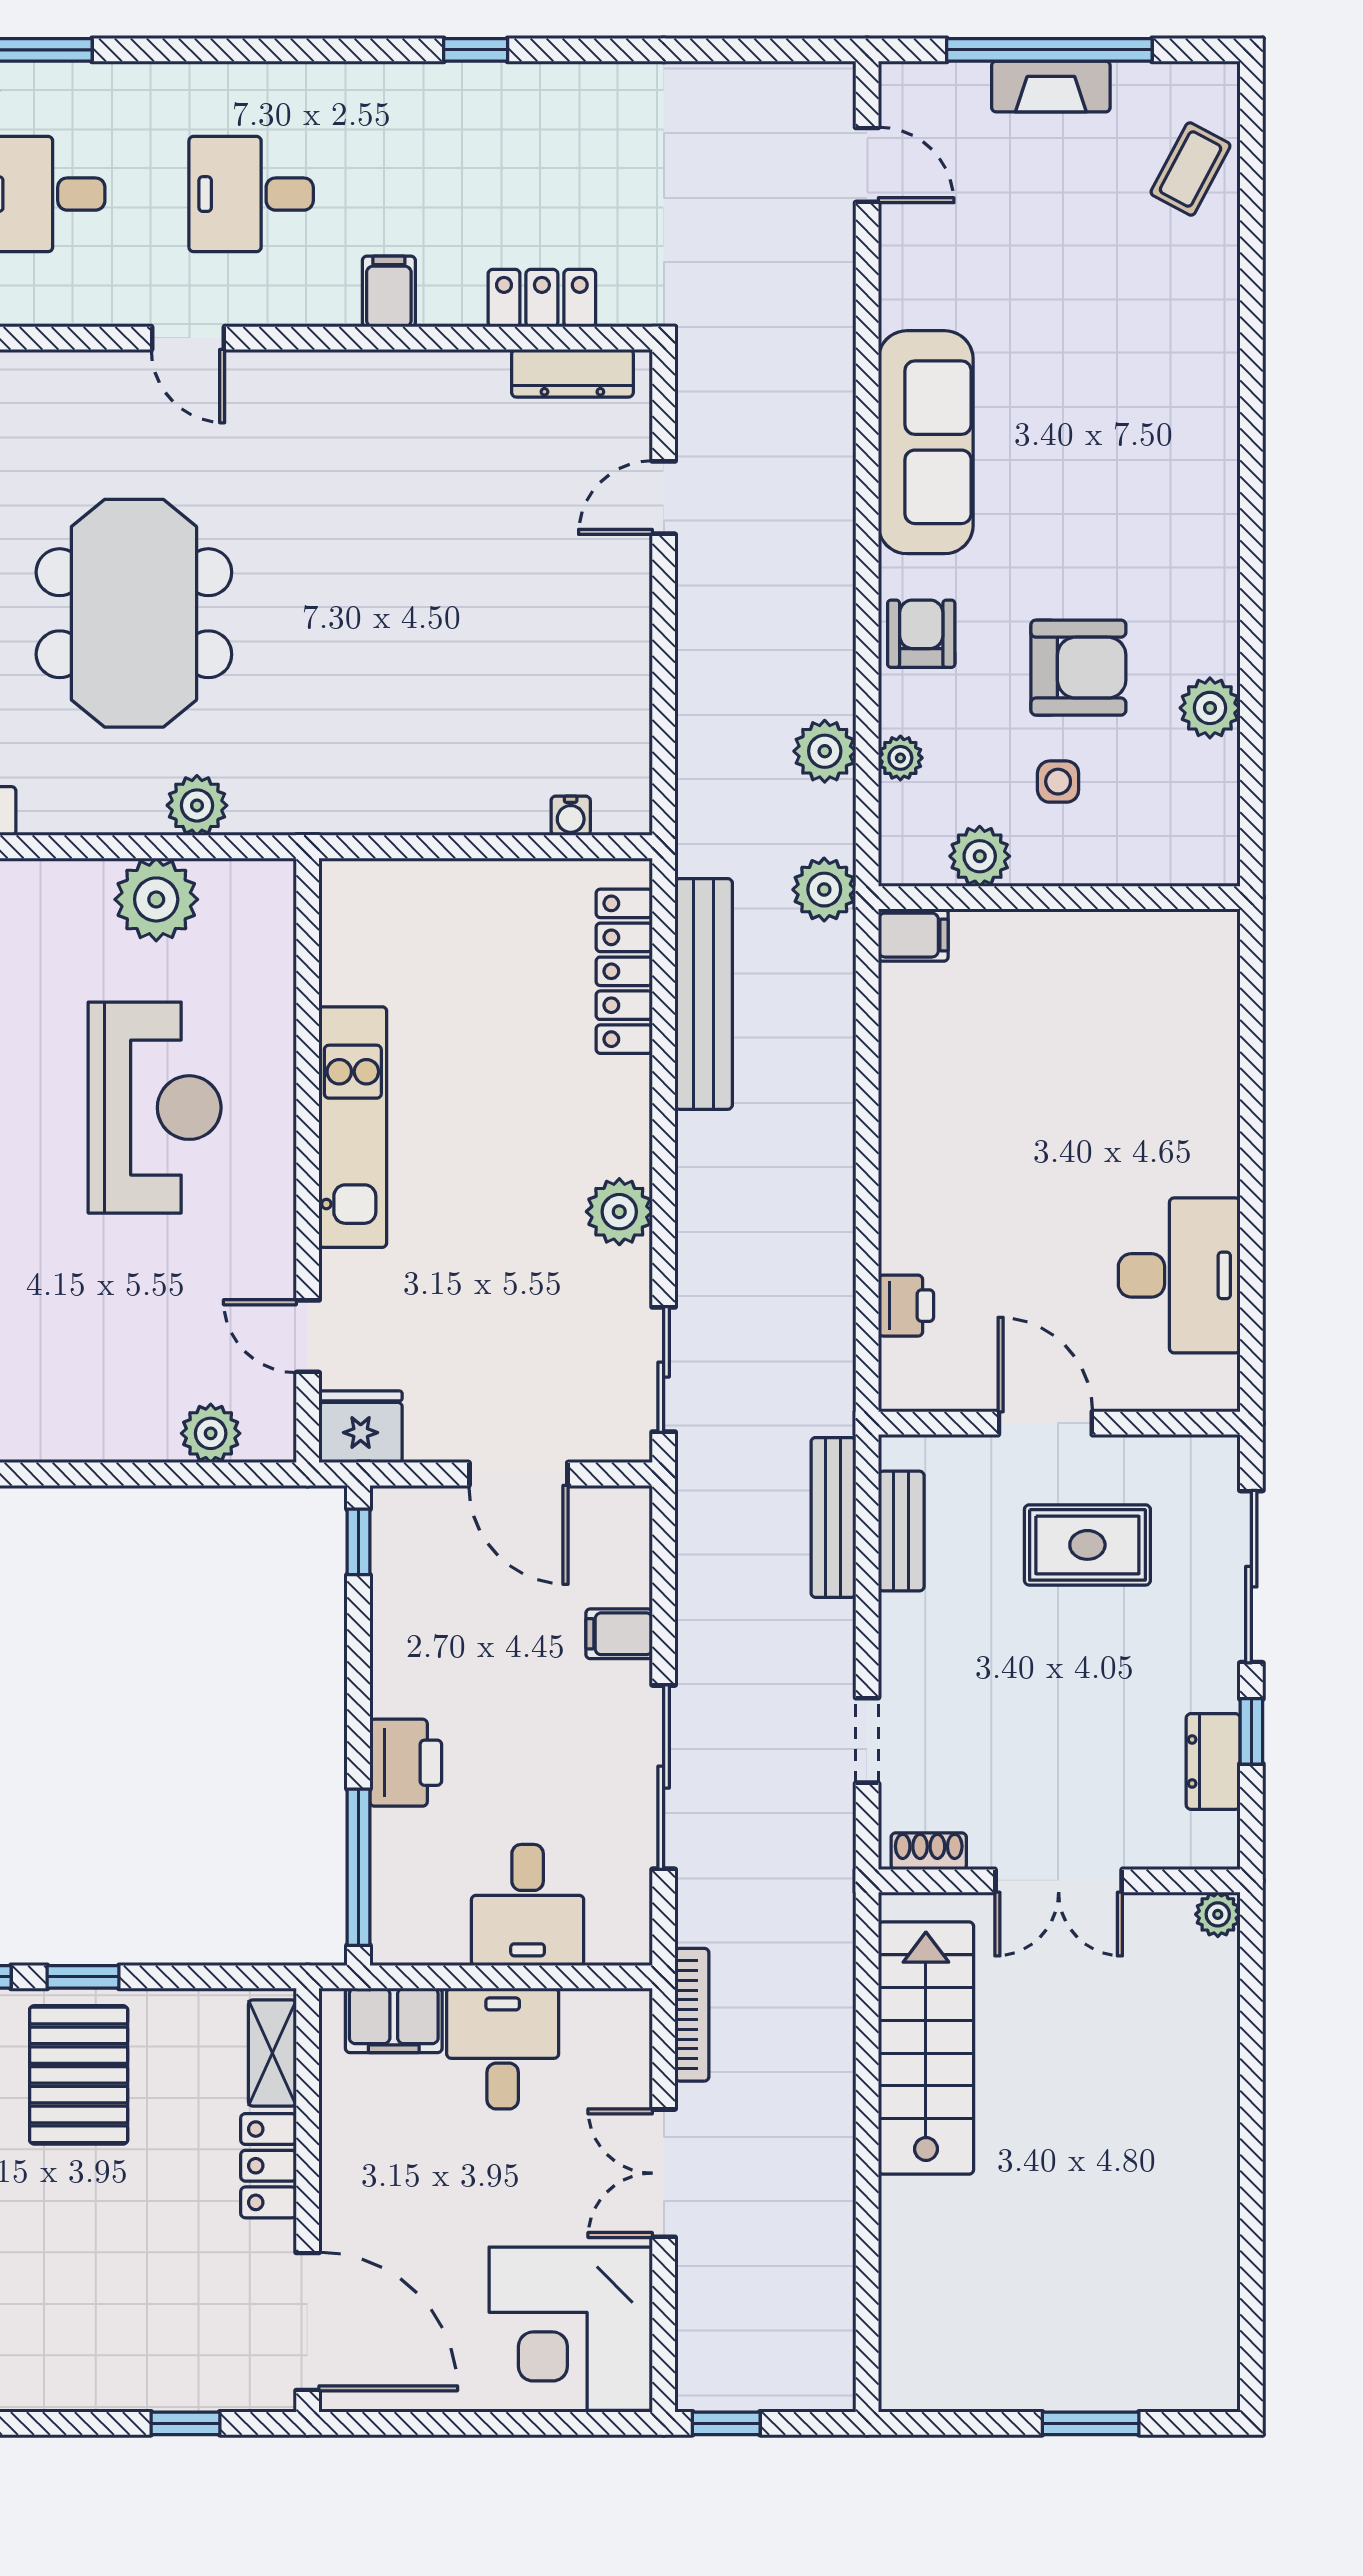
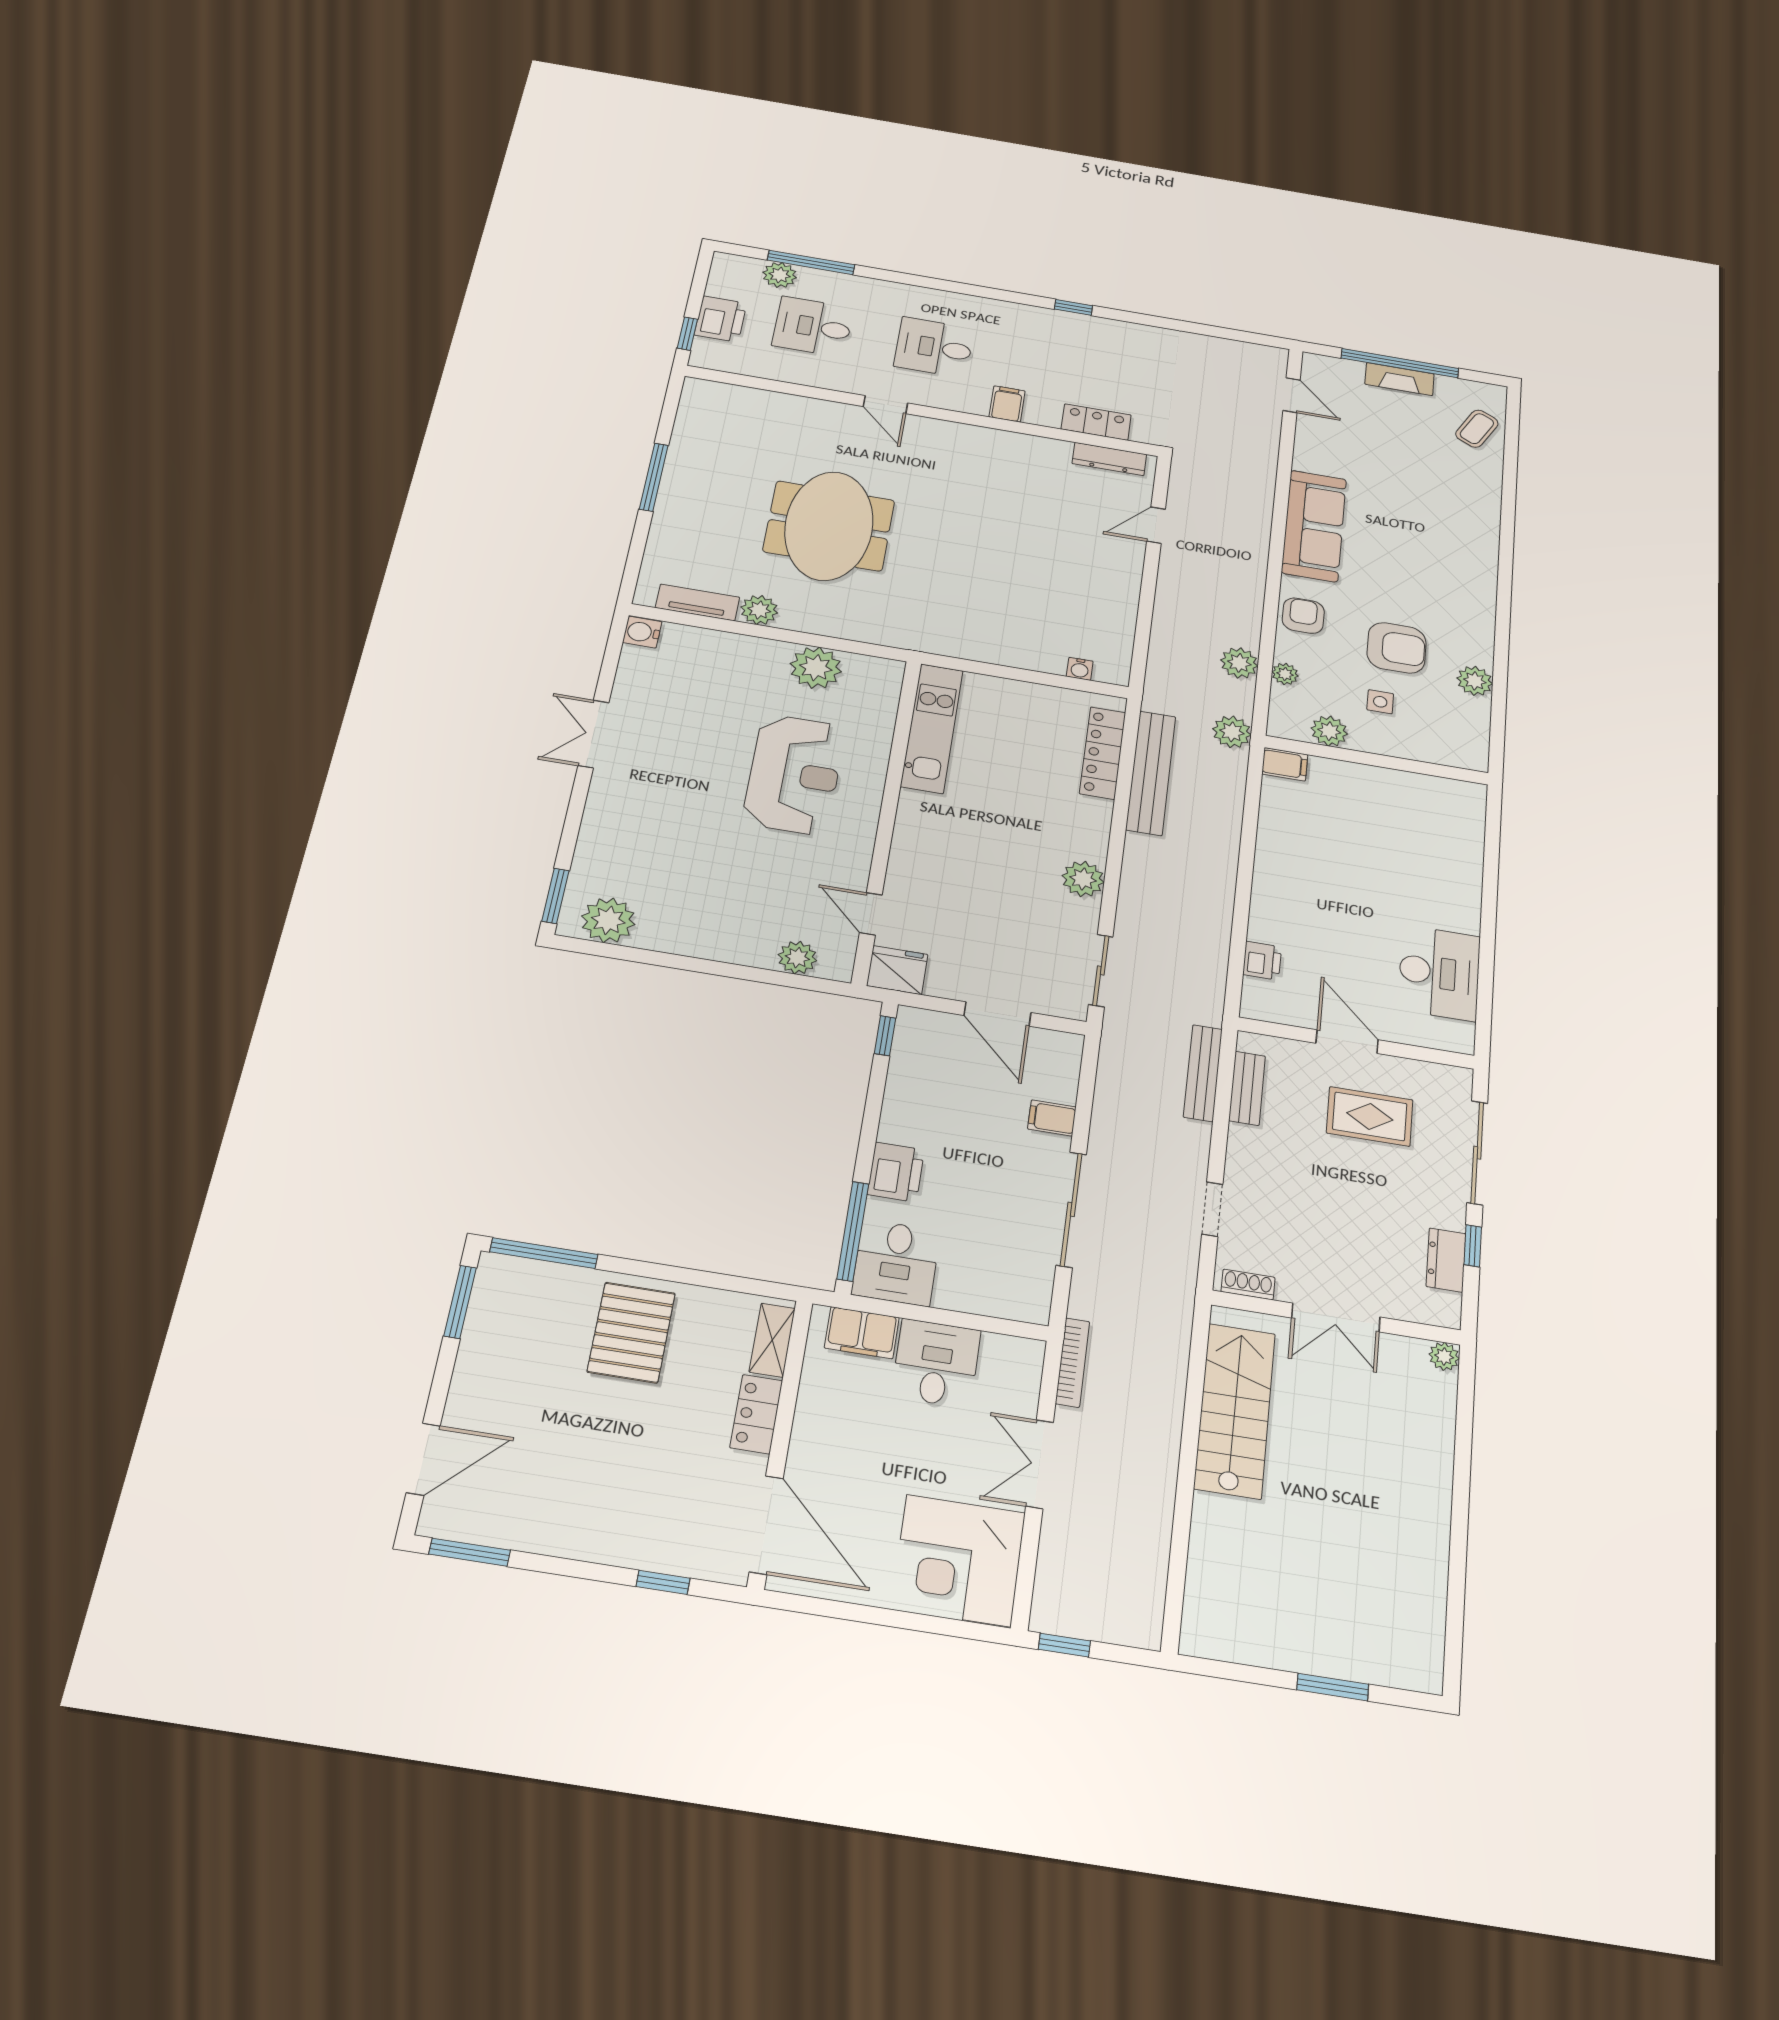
plant: (197, 805) -> (759, 610), moved
kitchen unit: (353, 1127) -> (932, 728), moved
desk: (528, 1905) -> (896, 1263), moved
window: (83, 1977) -> (647, 1270), removed

